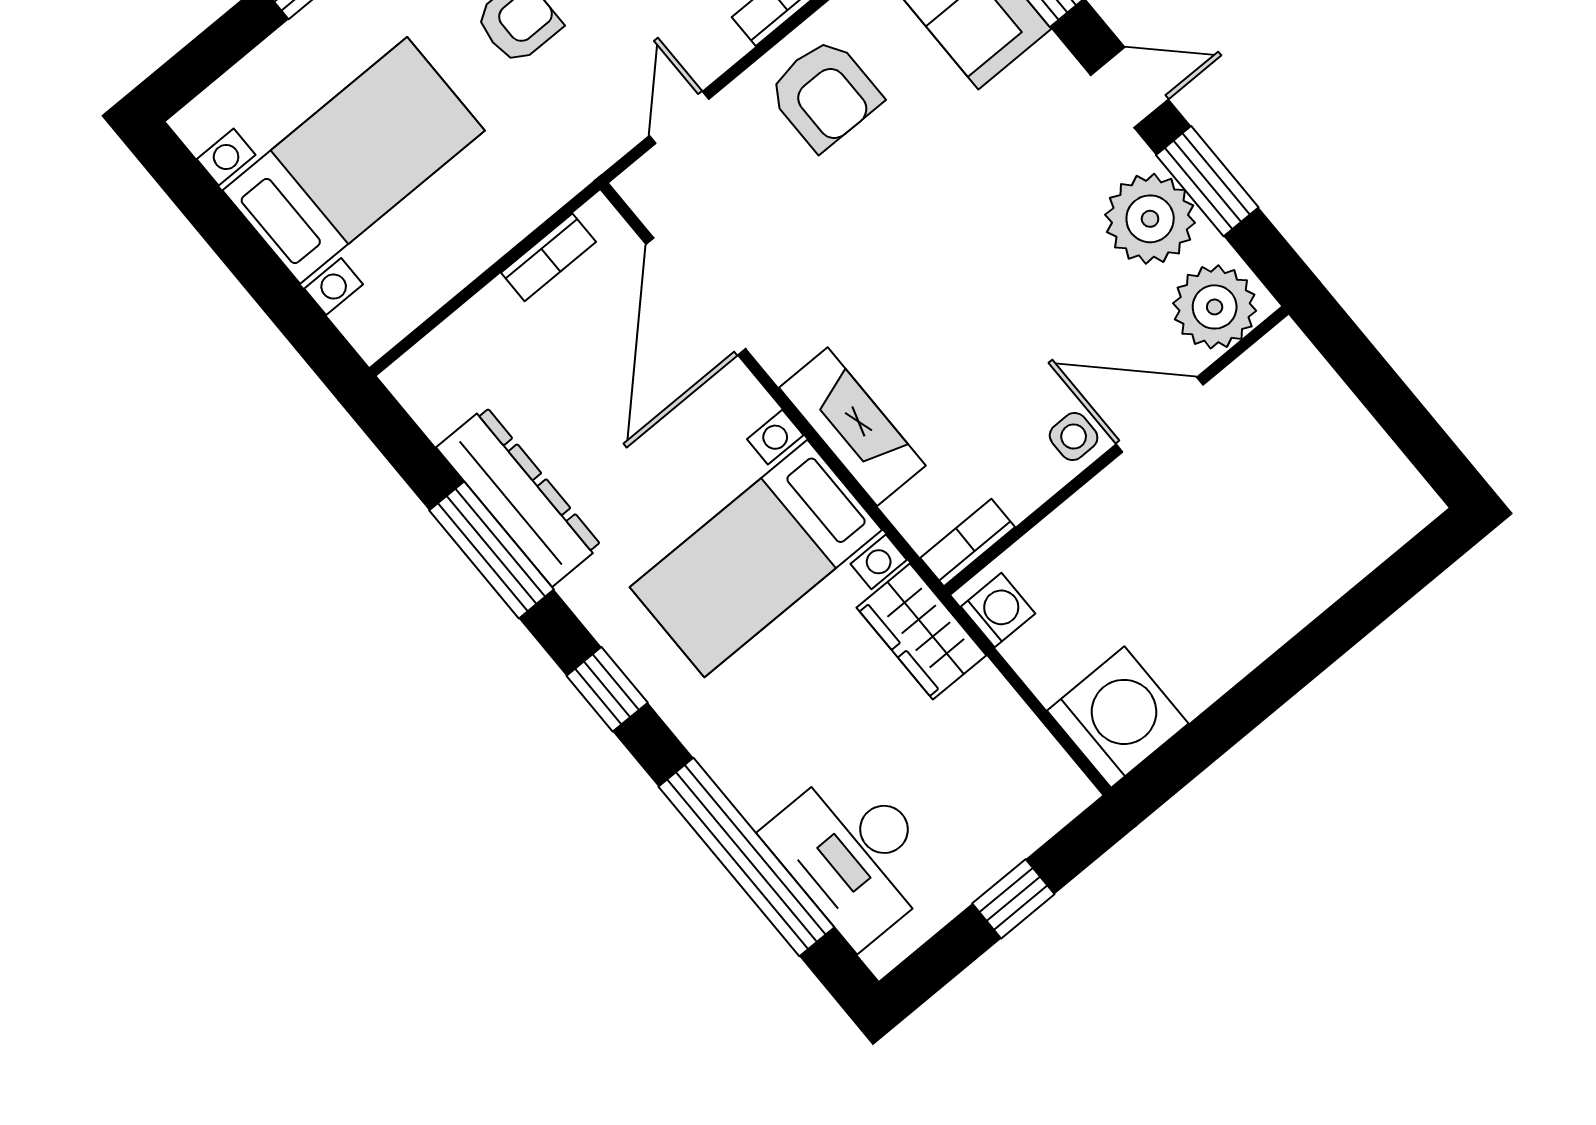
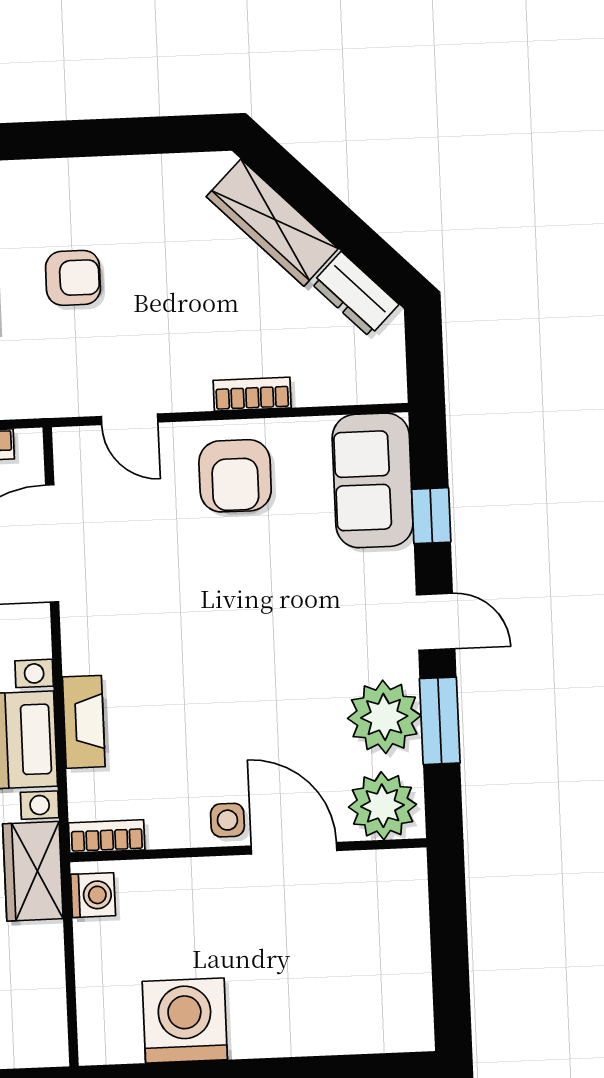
door: (679, 117) -> (130, 419), swing flipped
fireplace: (852, 427) -> (84, 722), width x0.73, depth x0.76
washing machine: (1118, 717) -> (185, 1021), moved, turned -90

